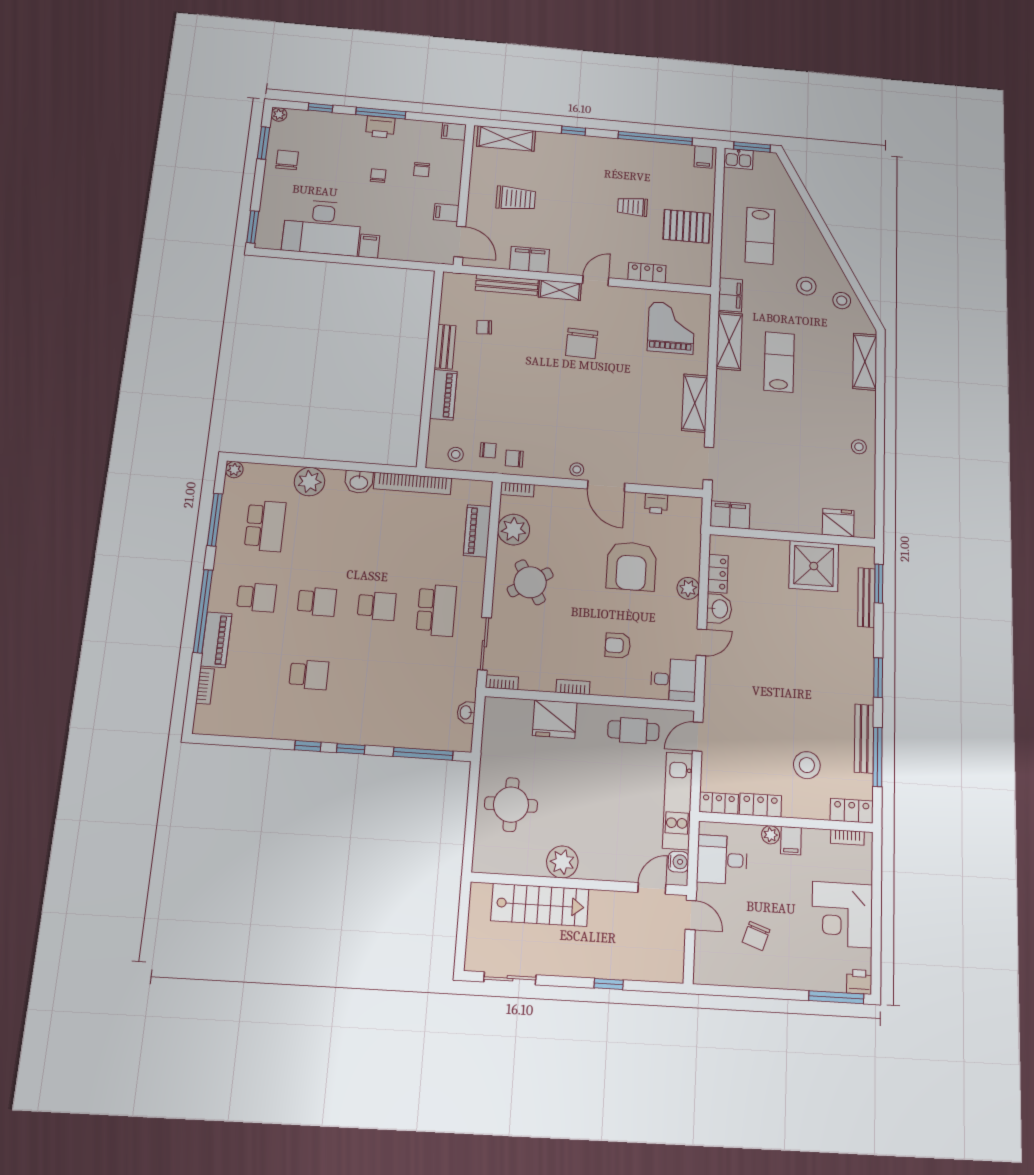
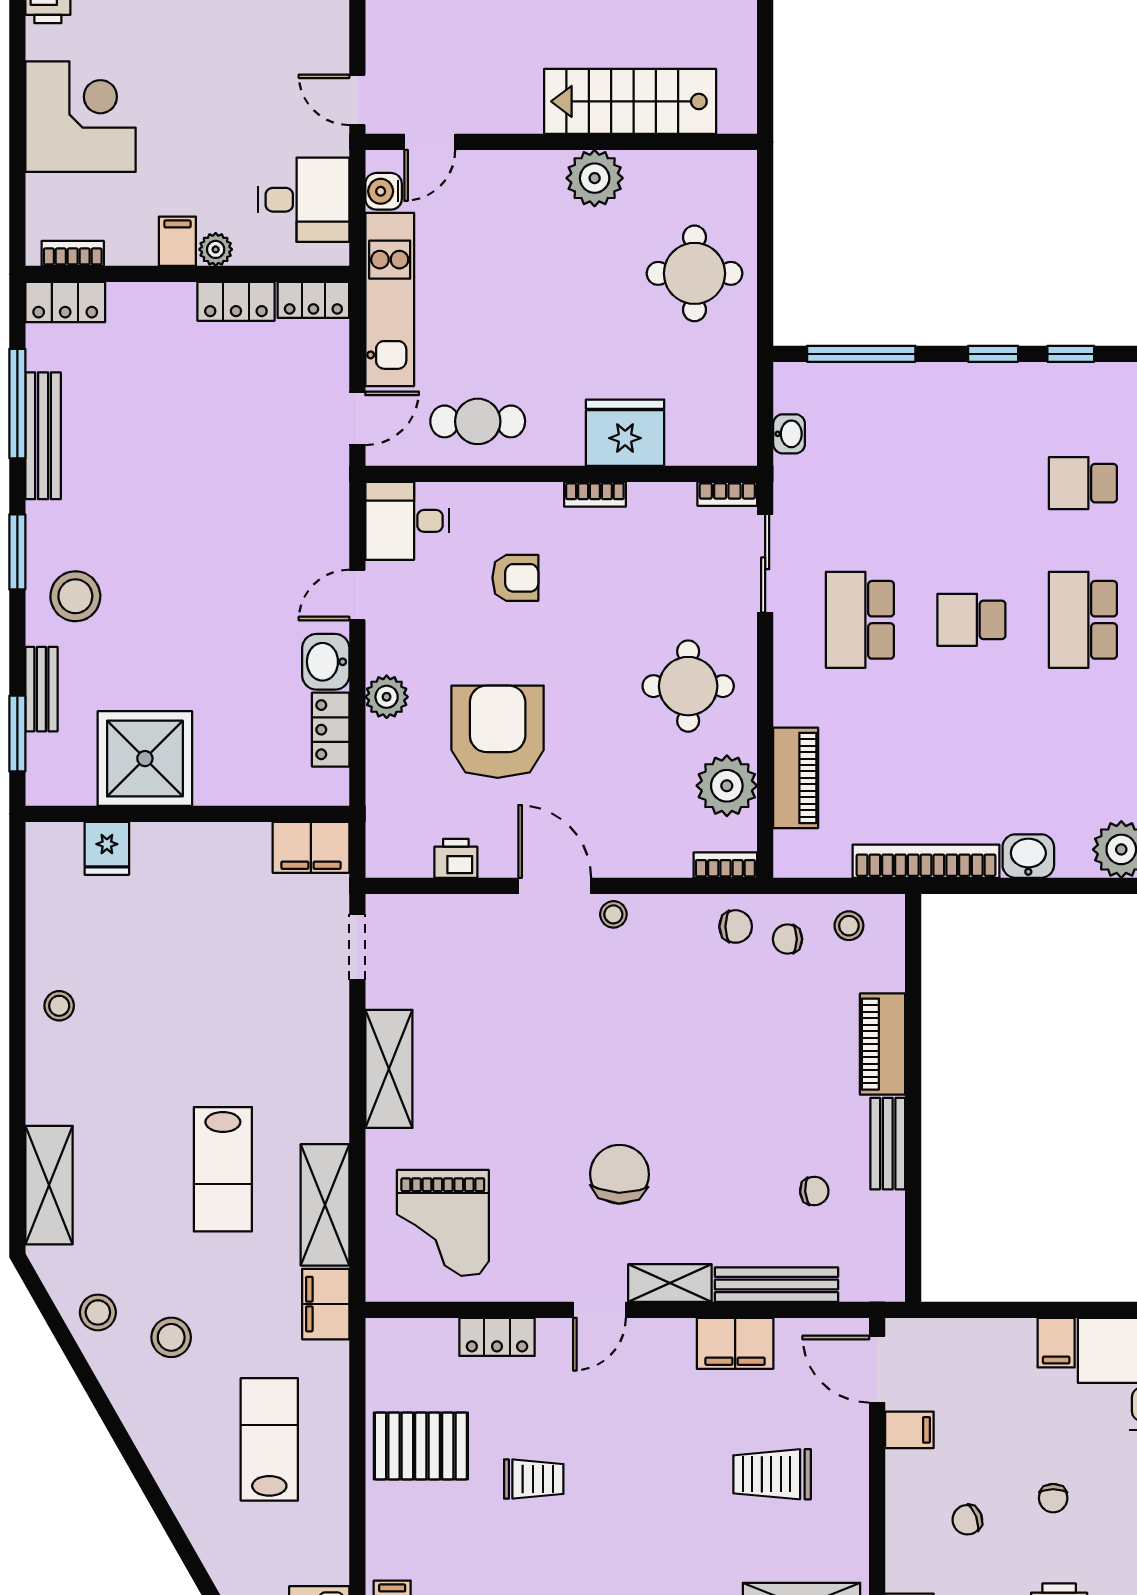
chair: (422, 170) -> (967, 1520), turned -111
fridge: (838, 523) -> (107, 848), width x0.72
round table: (530, 582) -> (688, 686), turned 31
bench: (866, 598) -> (41, 689), width x0.73
school desk: (317, 602) -> (1083, 620), width x1.85
stool: (807, 765) -> (75, 596), moved
chair: (756, 936) -> (237, 70), removed

